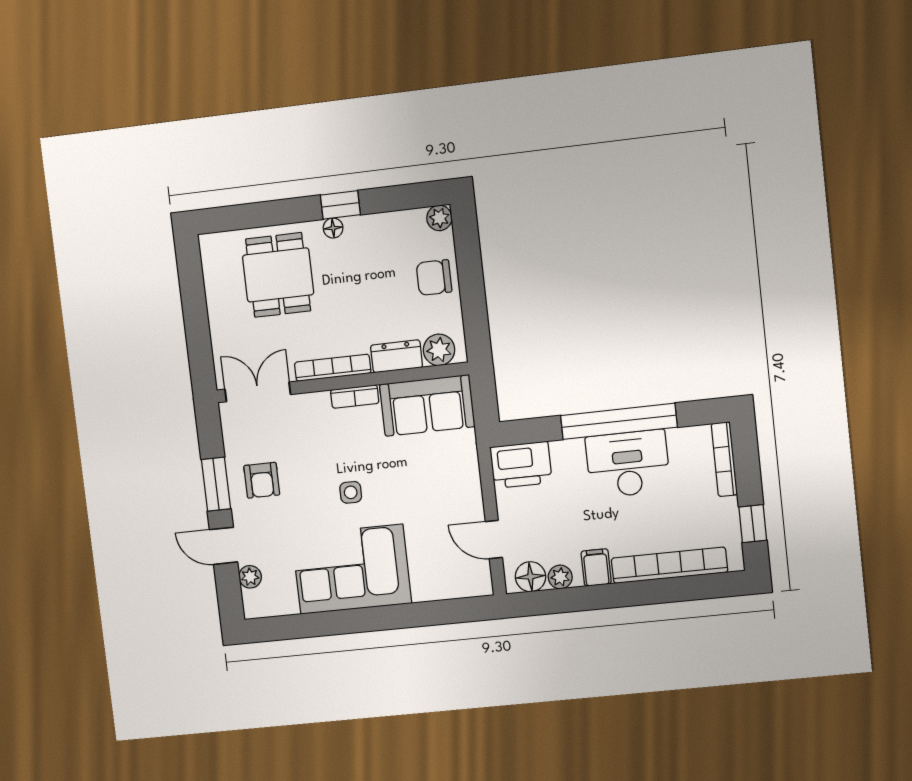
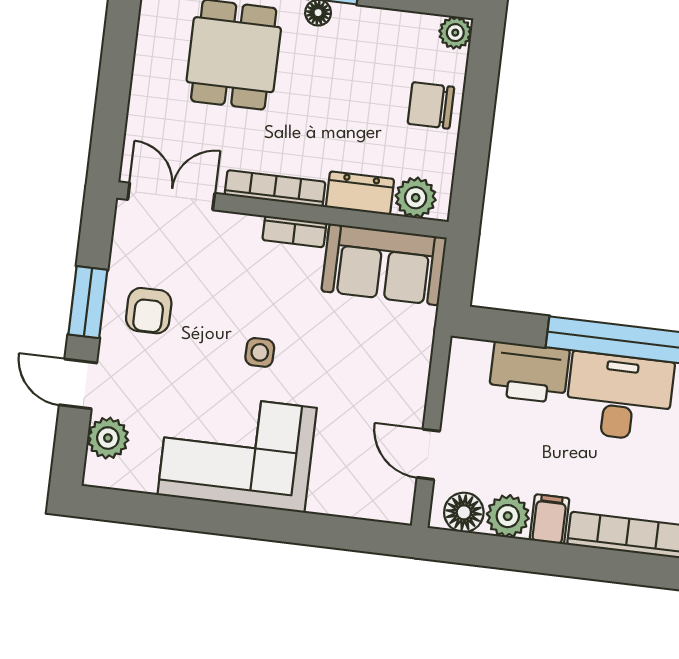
printer: (521, 465) -> (529, 372), moved
plant: (250, 577) -> (108, 438), width x1.38, depth x1.38
plant: (560, 577) -> (508, 516), width x1.38, depth x1.38

